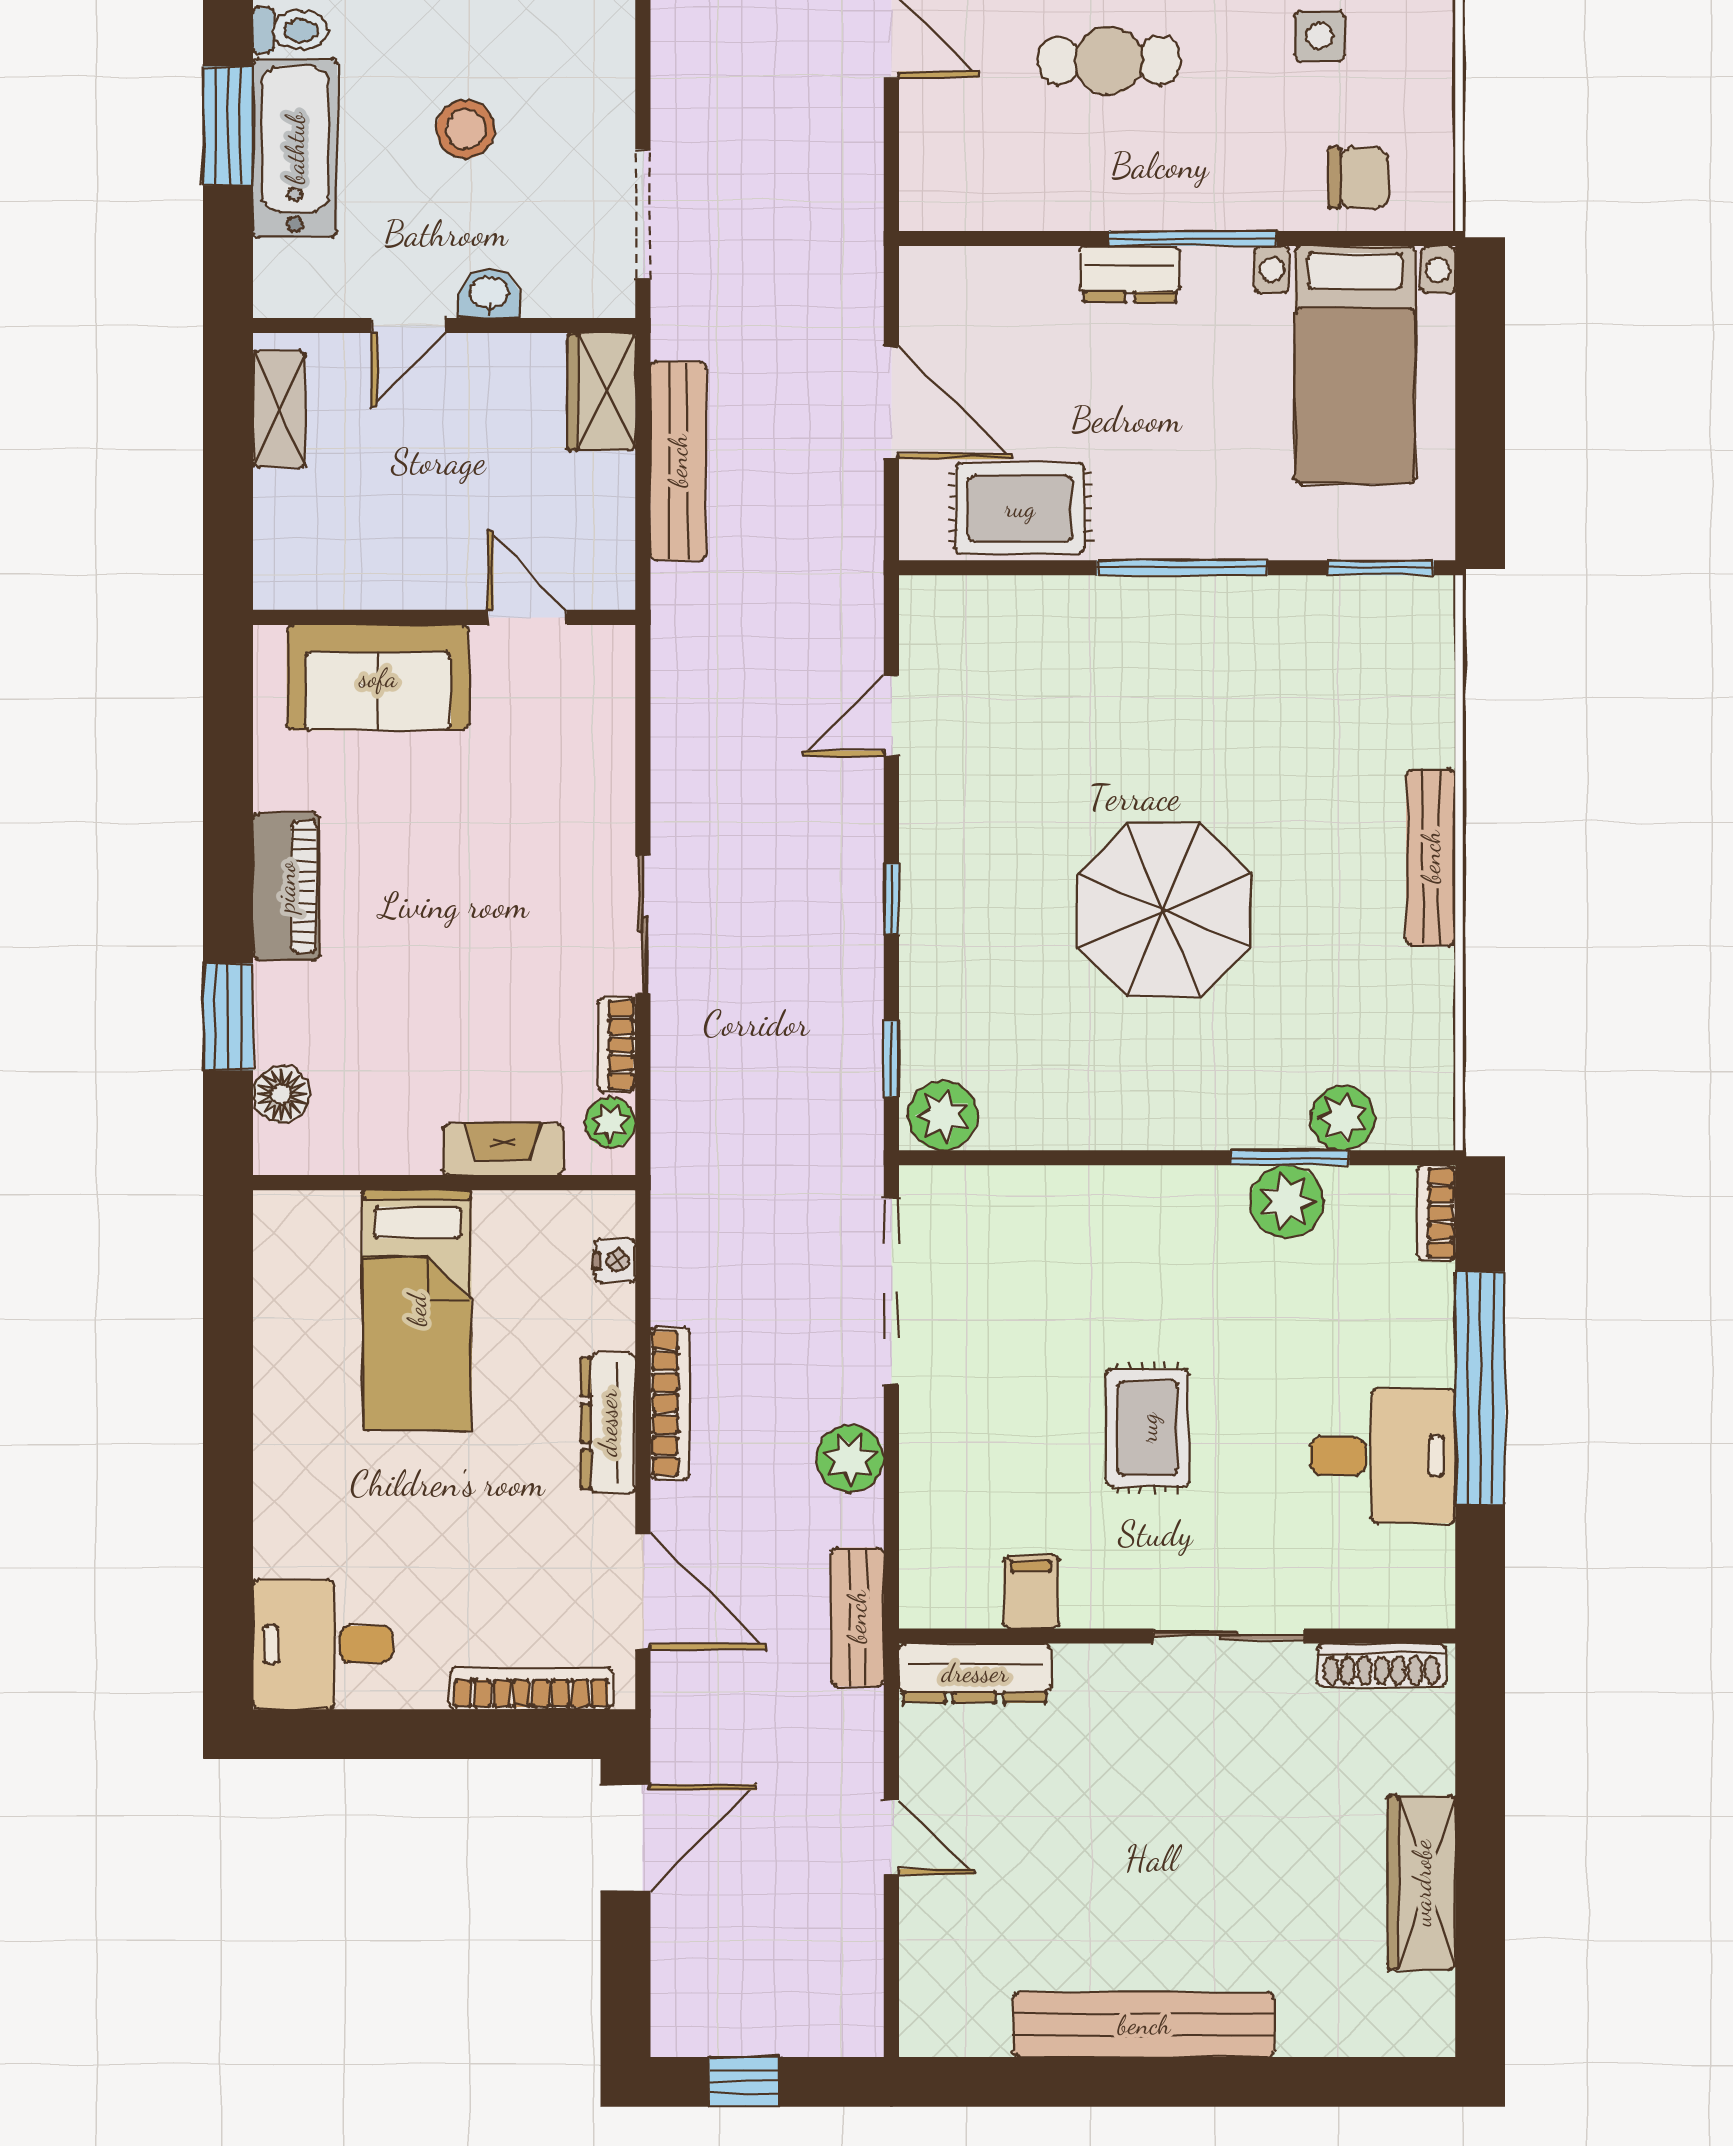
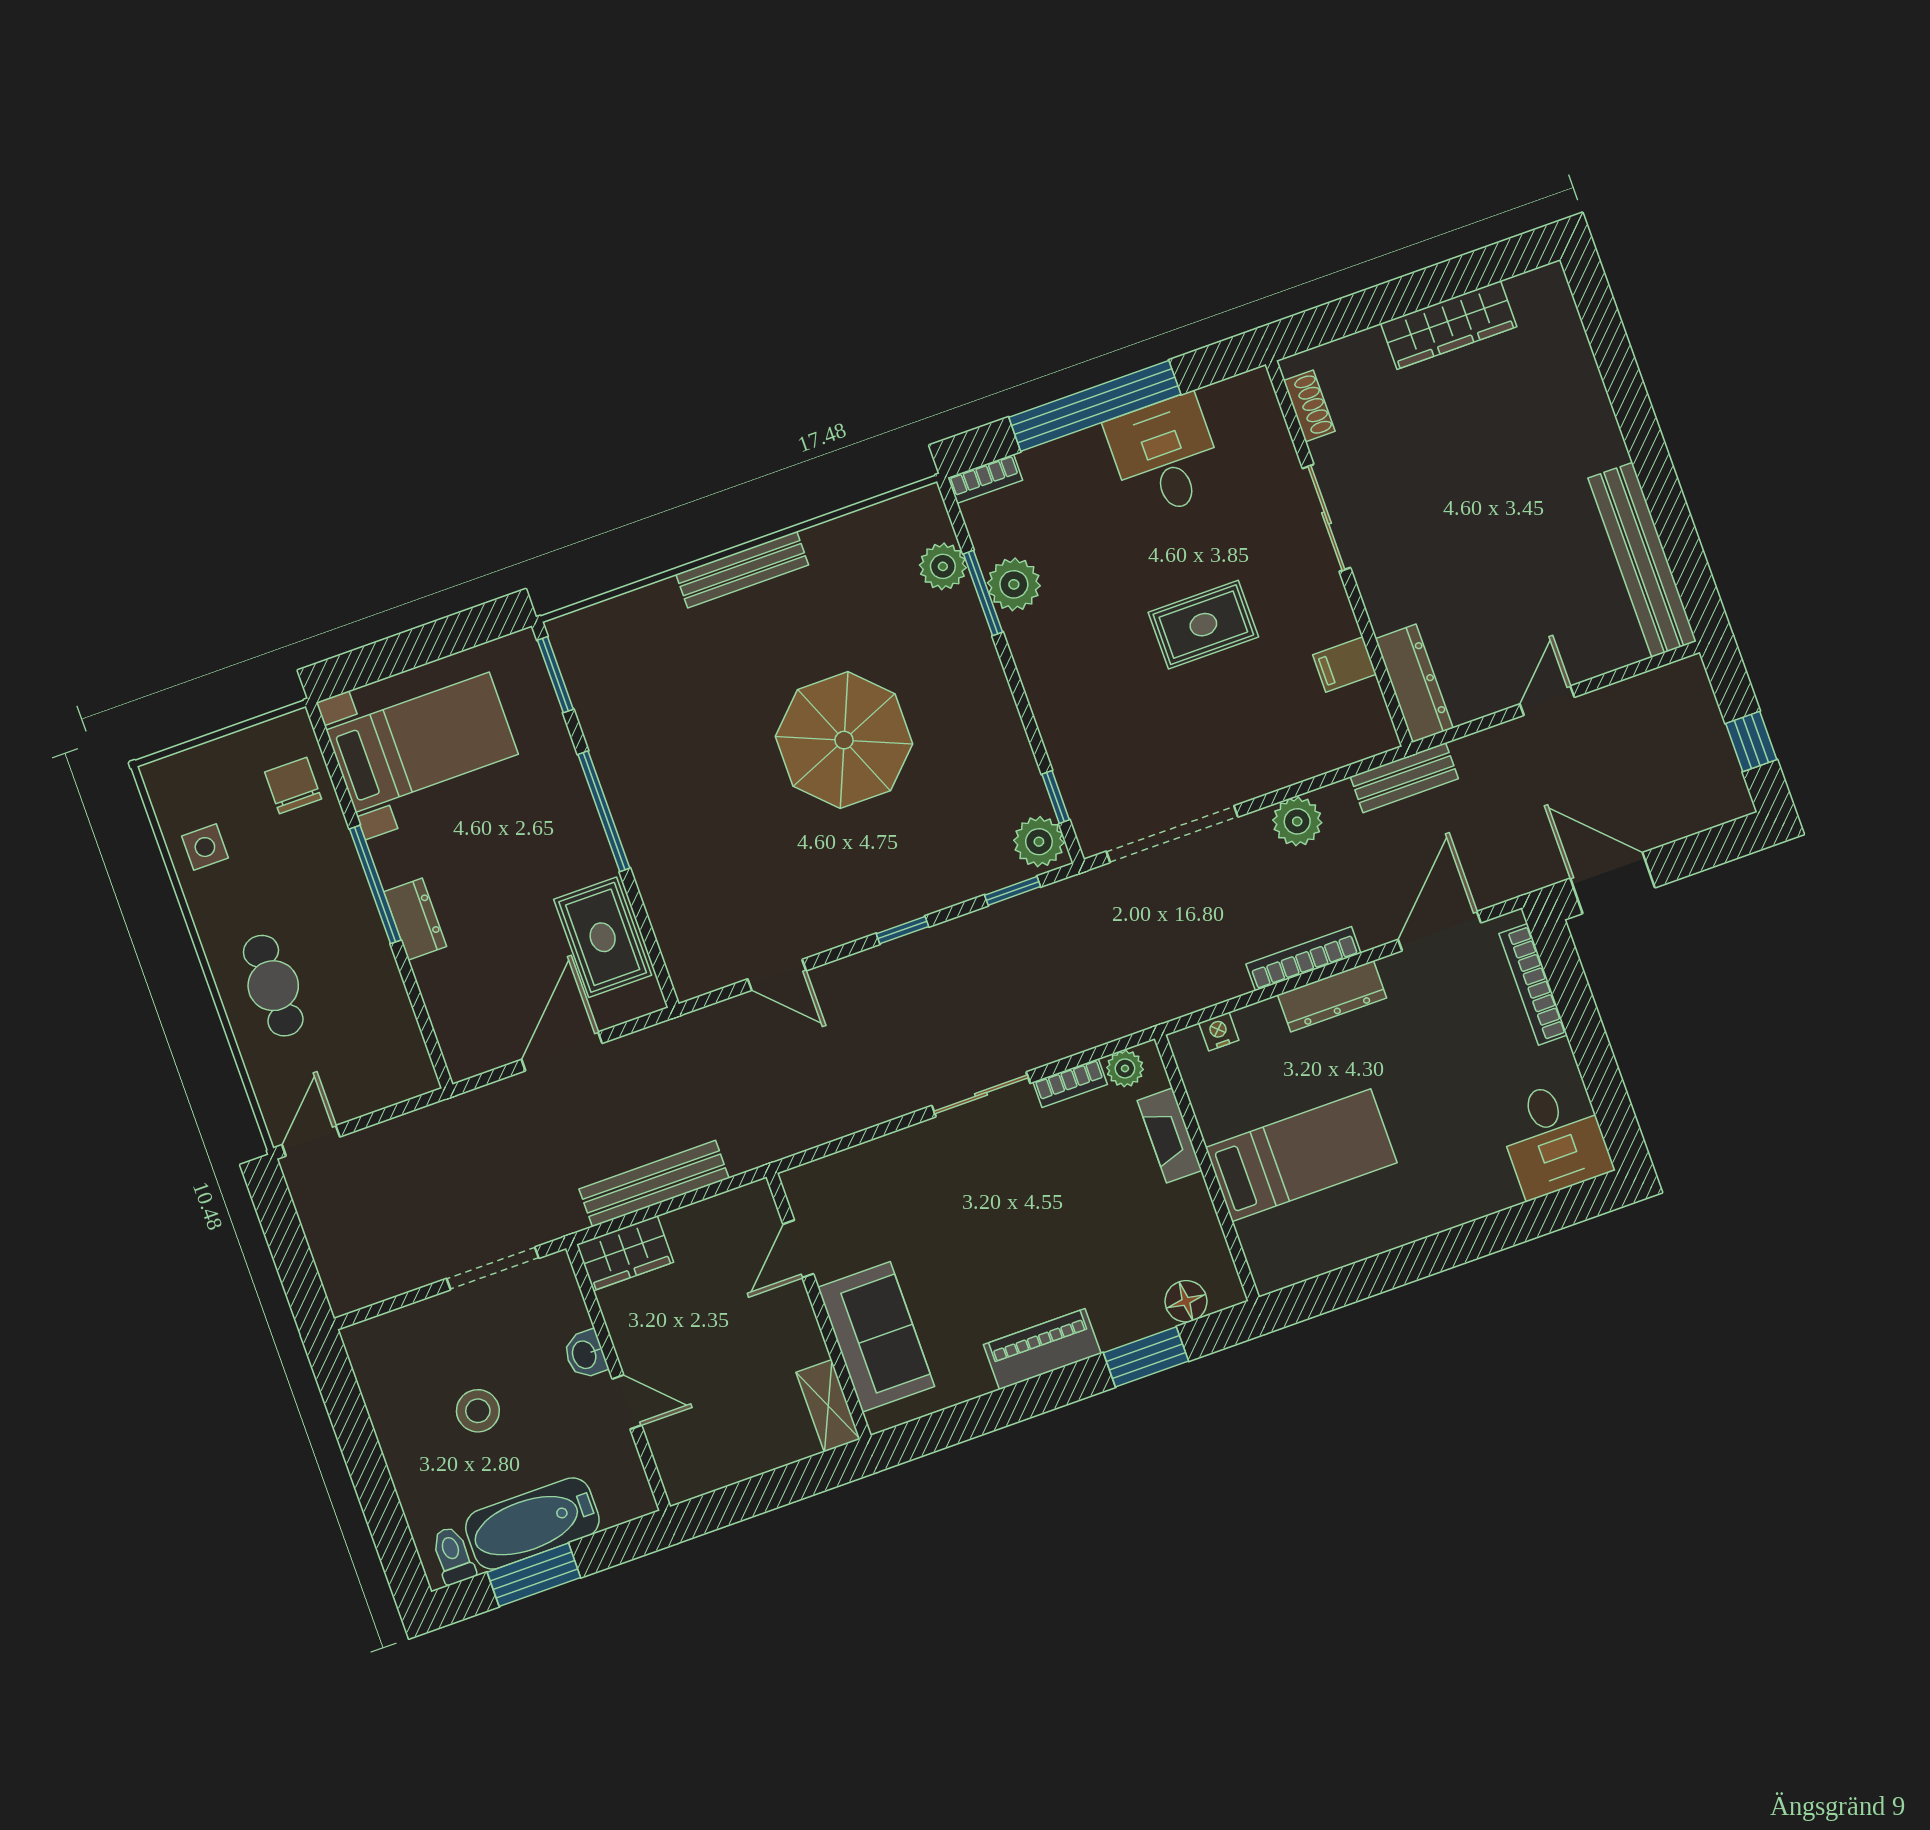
shelving: (279, 409) -> (828, 1406), moved, turned 90
window: (993, 1158) -> (1056, 797), added
shoe rack: (1381, 1665) -> (1309, 406), width x0.70
bench: (1144, 2025) -> (1642, 560), moved

